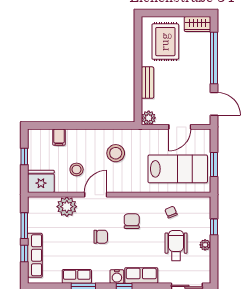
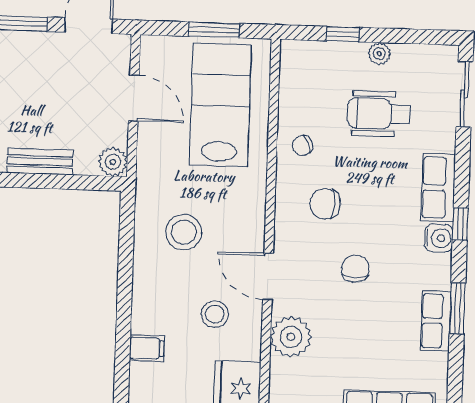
chair: (171, 212) -> (303, 146), moved

